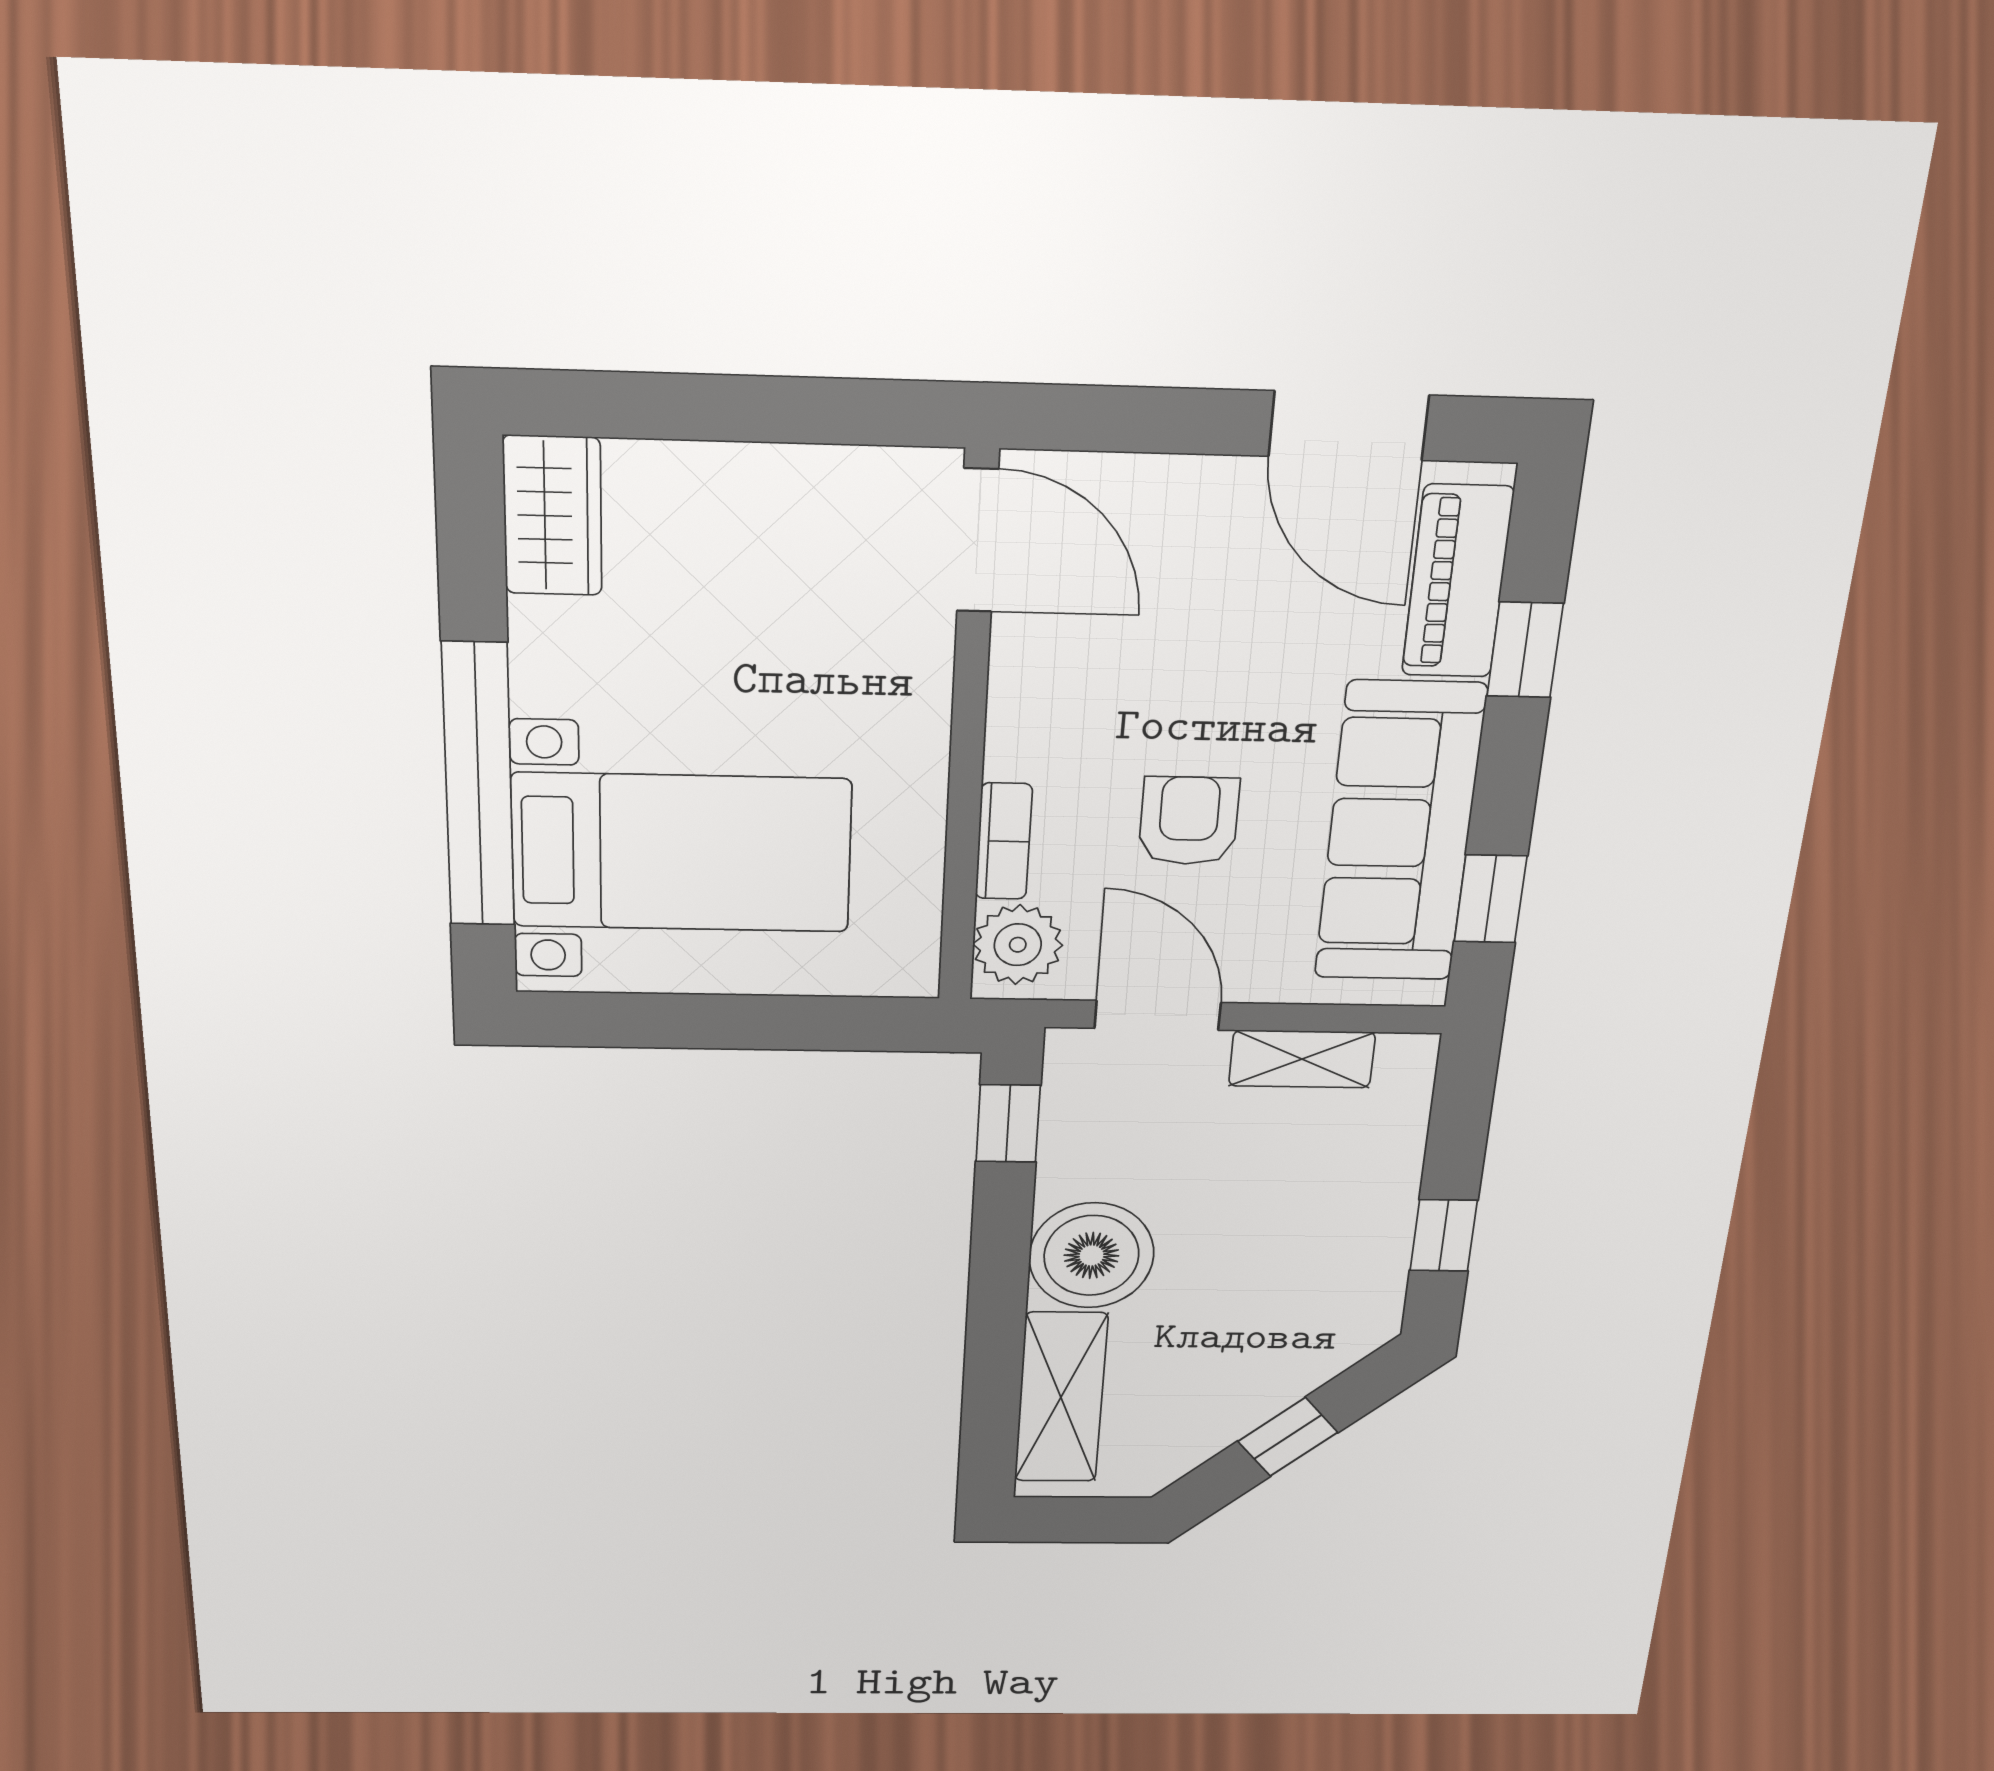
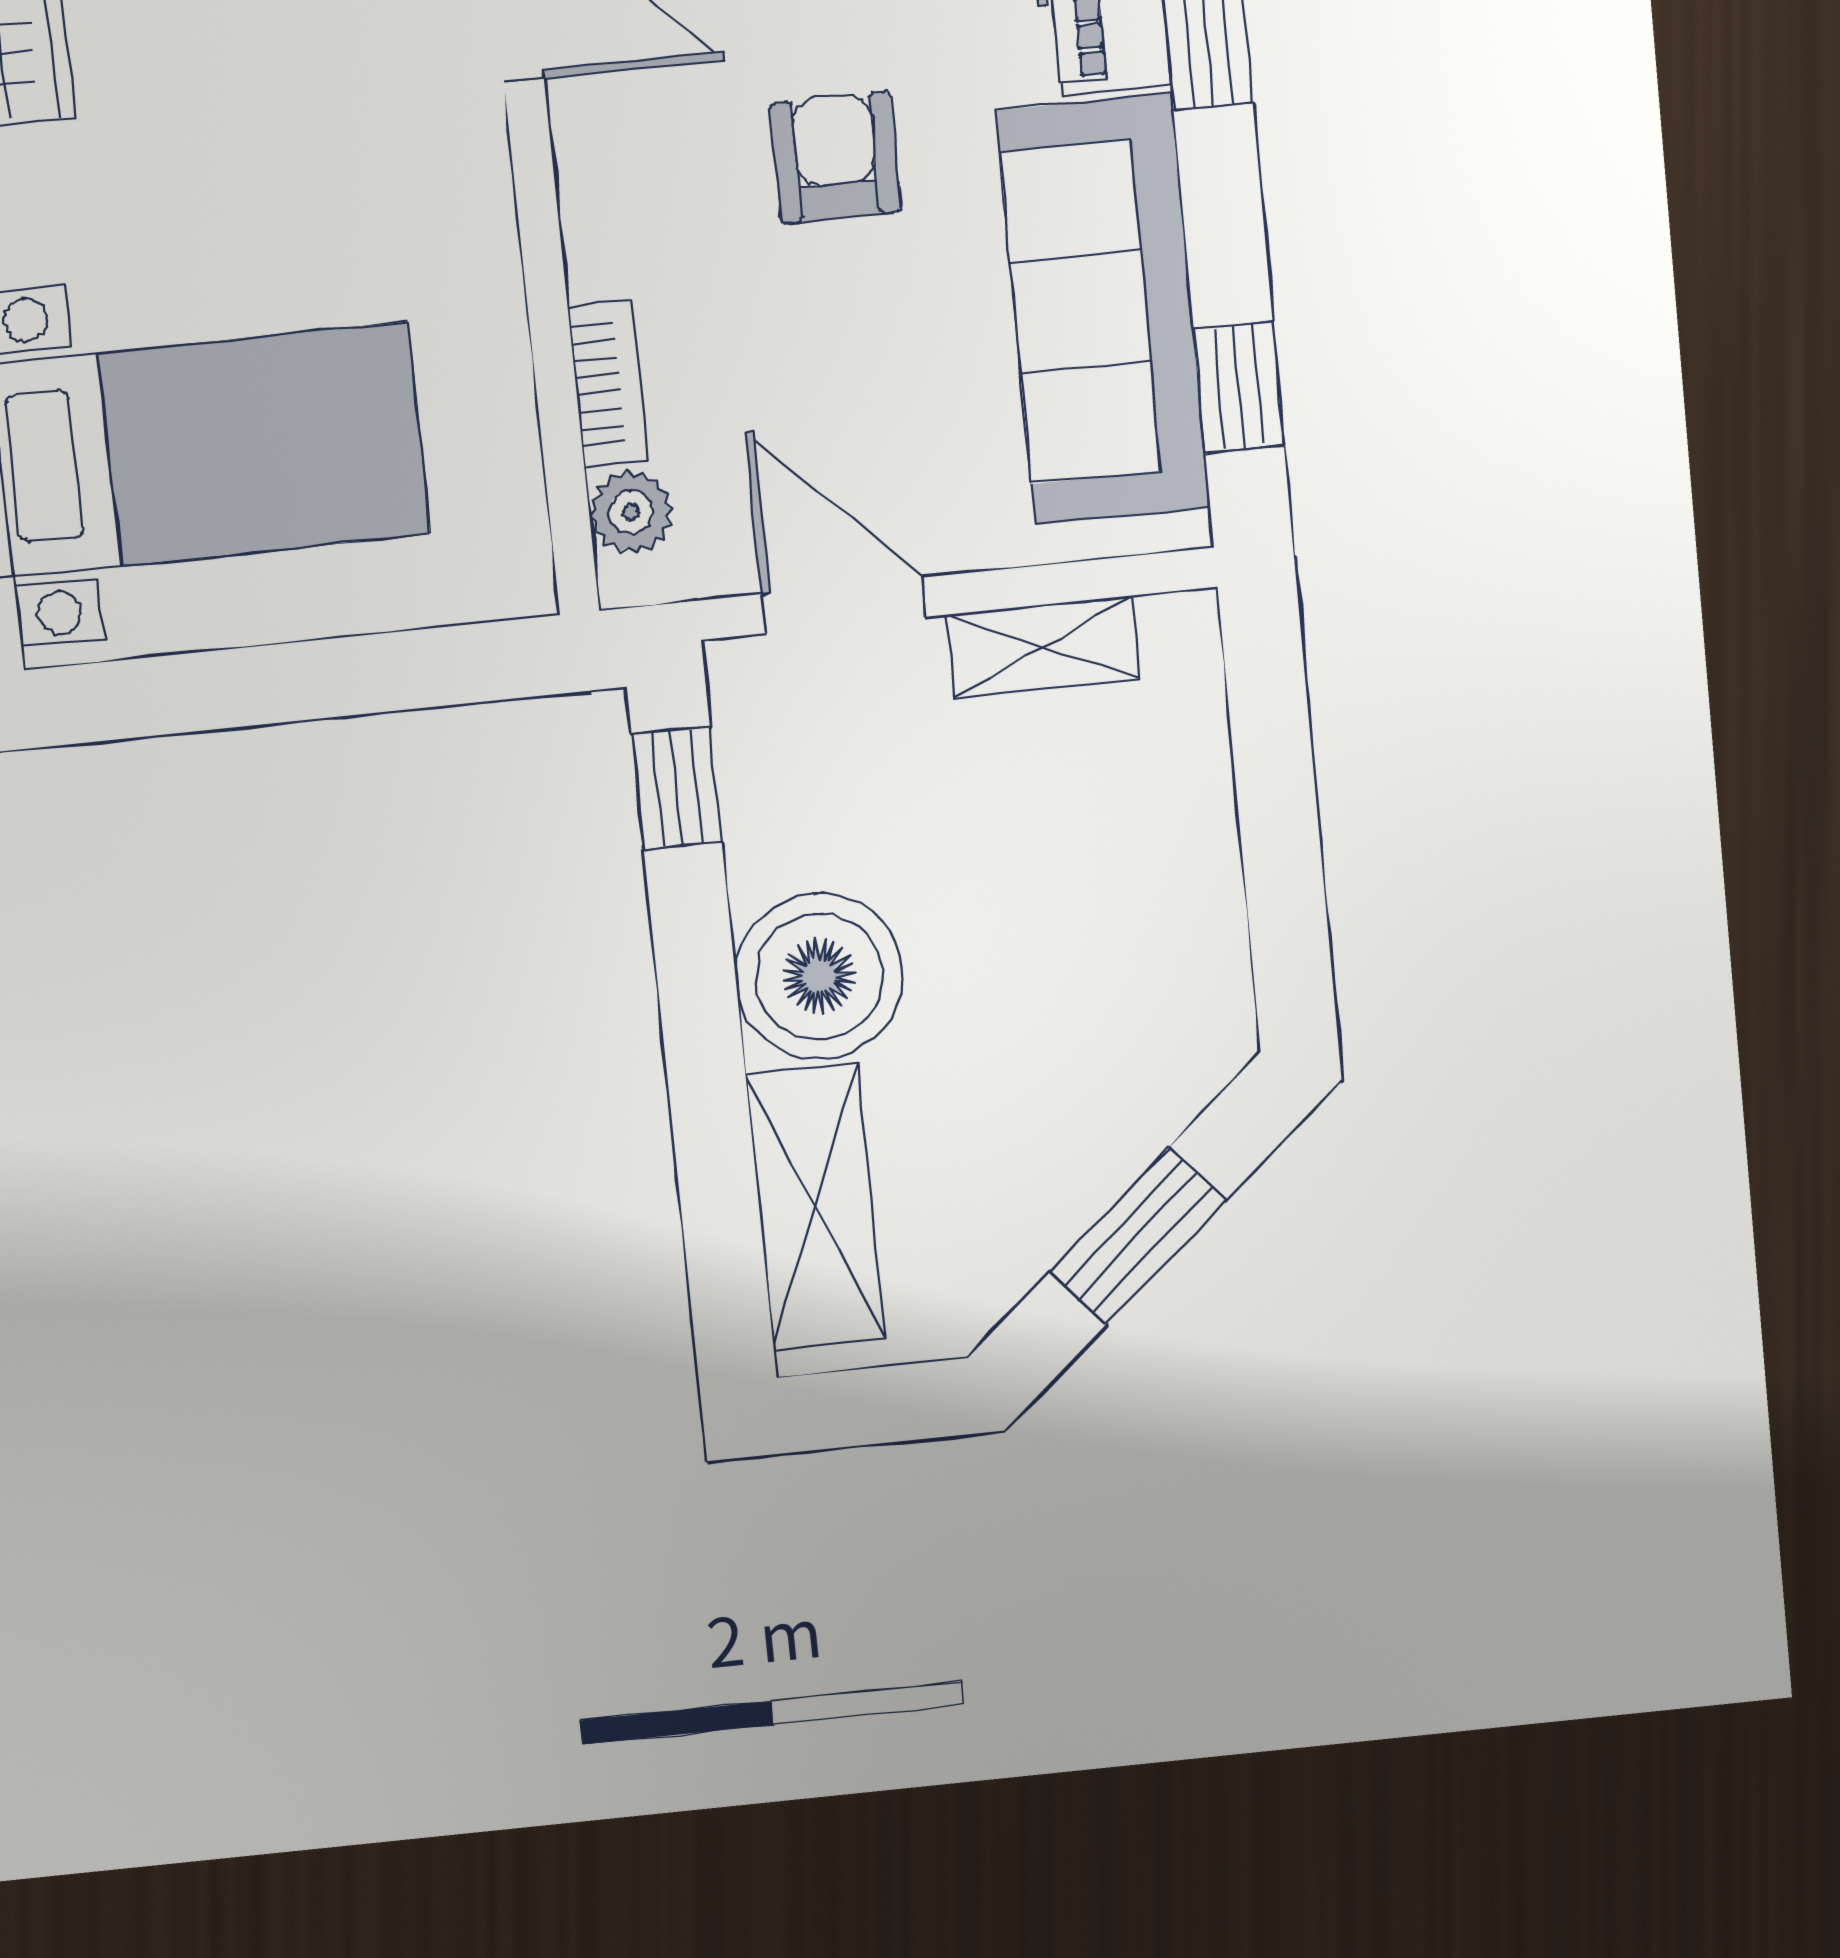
armchair: (1189, 821) -> (835, 157), moved
plant: (1018, 945) -> (631, 512), width x0.73, depth x0.73
window: (1444, 1235) -> (1285, 890), removed
window: (1288, 1437) -> (1138, 1236), width x1.50

